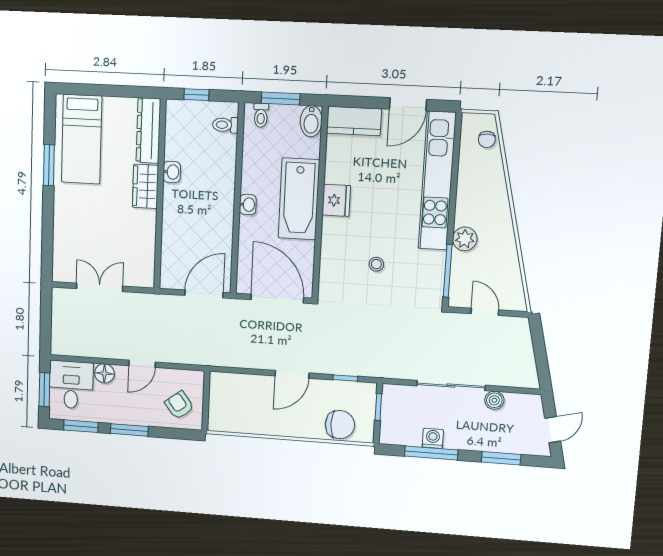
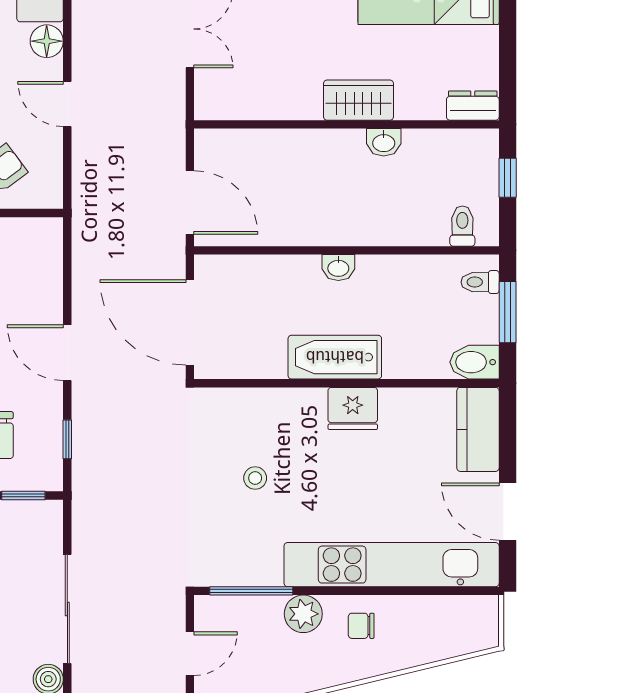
dresser: (148, 131) -> (473, 106), width x0.51, depth x0.80
chair: (487, 139) -> (361, 626), moved
bathtub: (299, 199) -> (335, 357), width x0.73, depth x0.73
door: (277, 299) -> (190, 322), swing flipped

